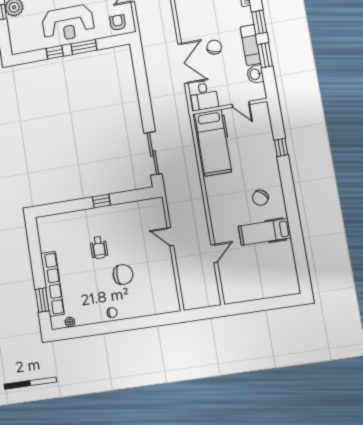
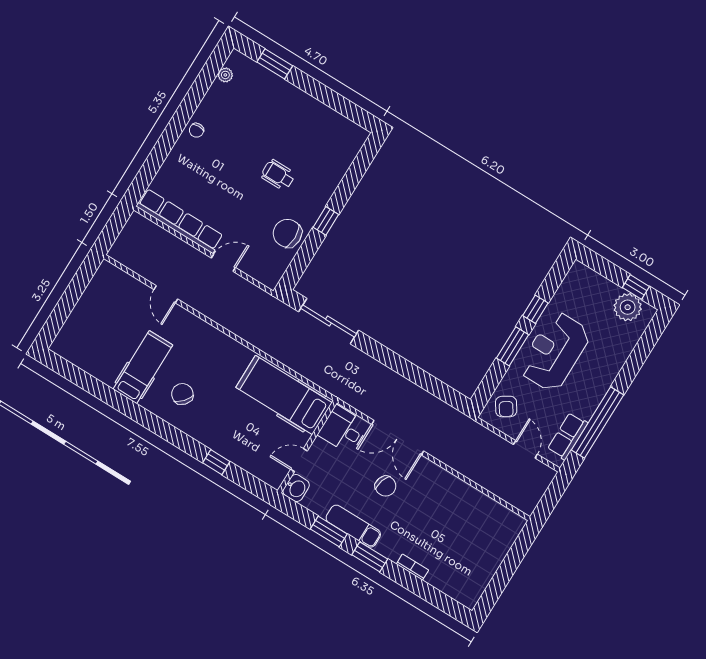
armchair: (118, 23) -> (506, 407), turned 57
washbasin: (255, 74) -> (296, 488), moved, turned 90
chair: (123, 274) -> (287, 233), moved, turned 90
row of seats: (52, 284) -> (180, 221), moved, turned 180

